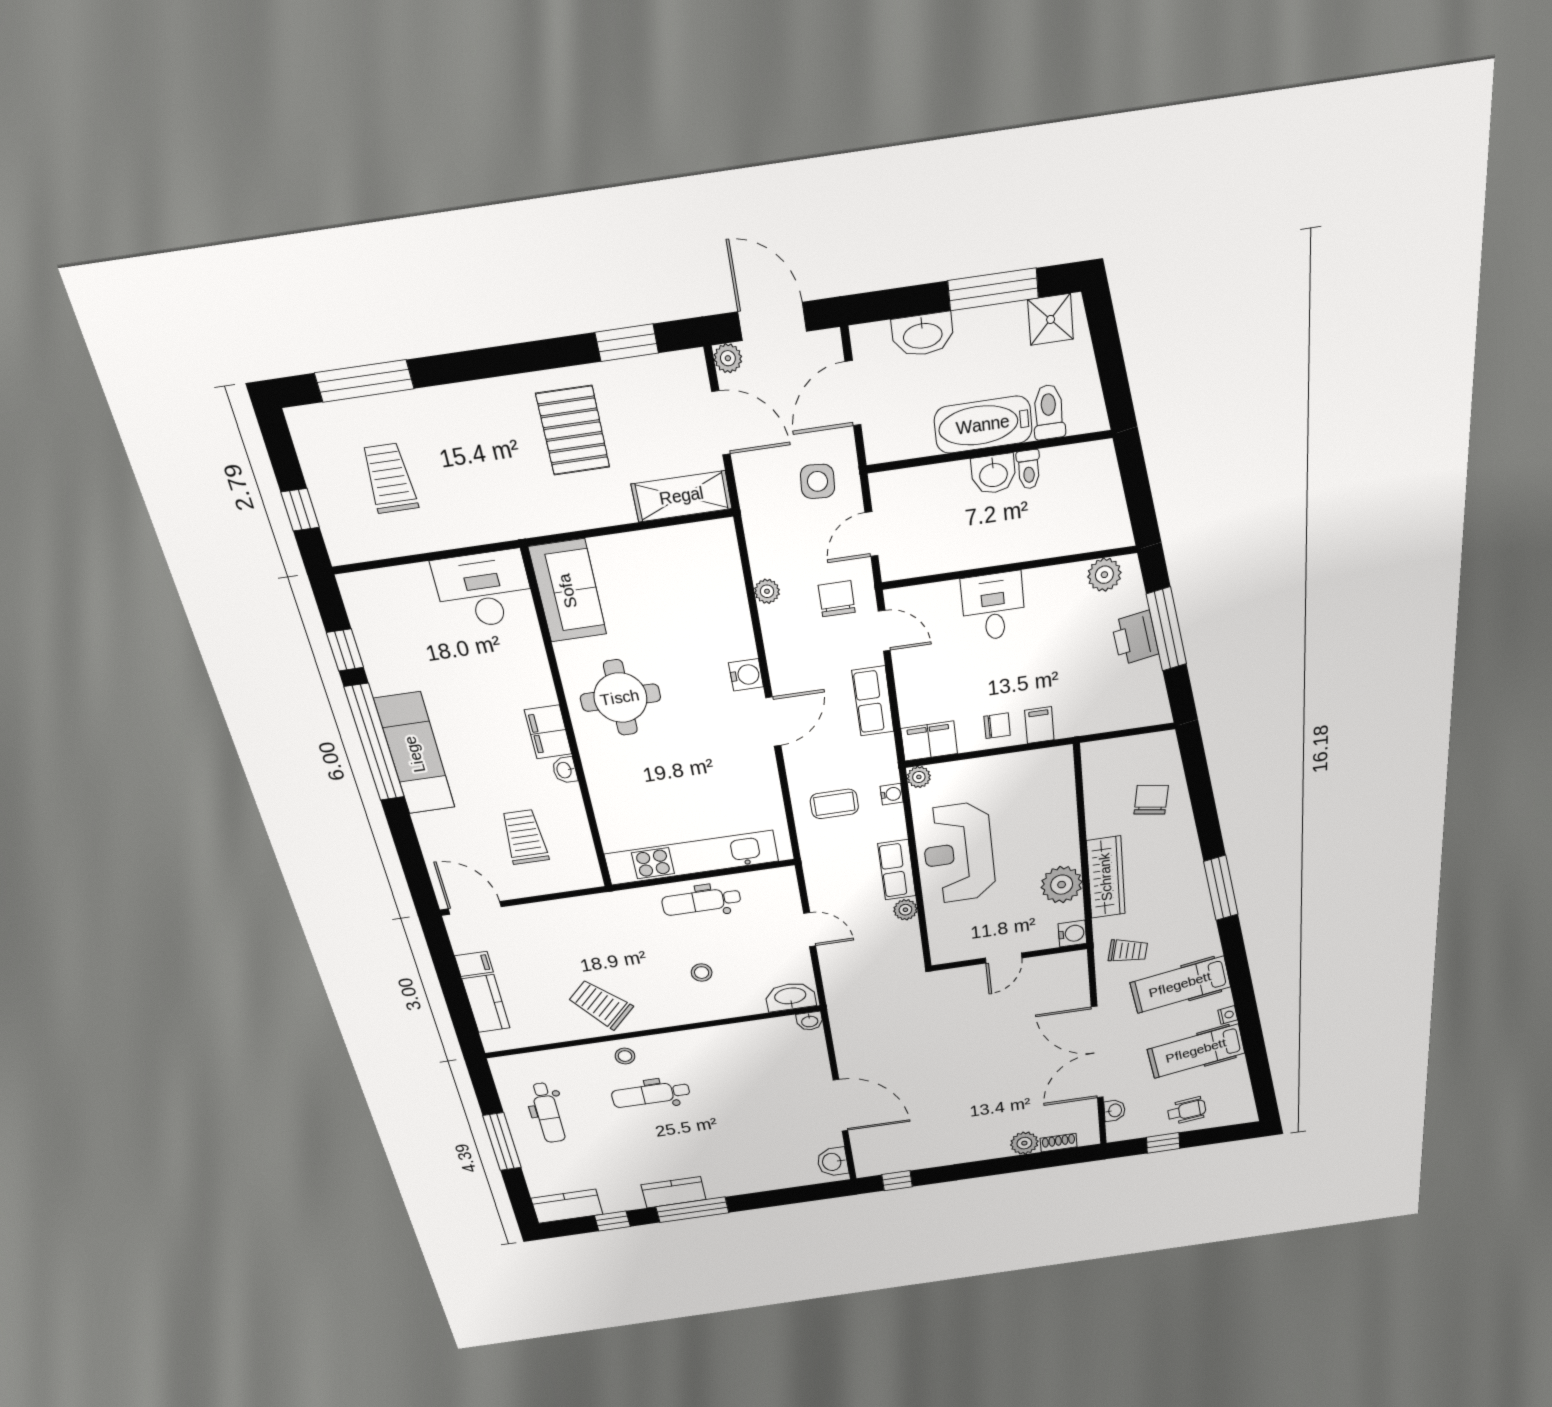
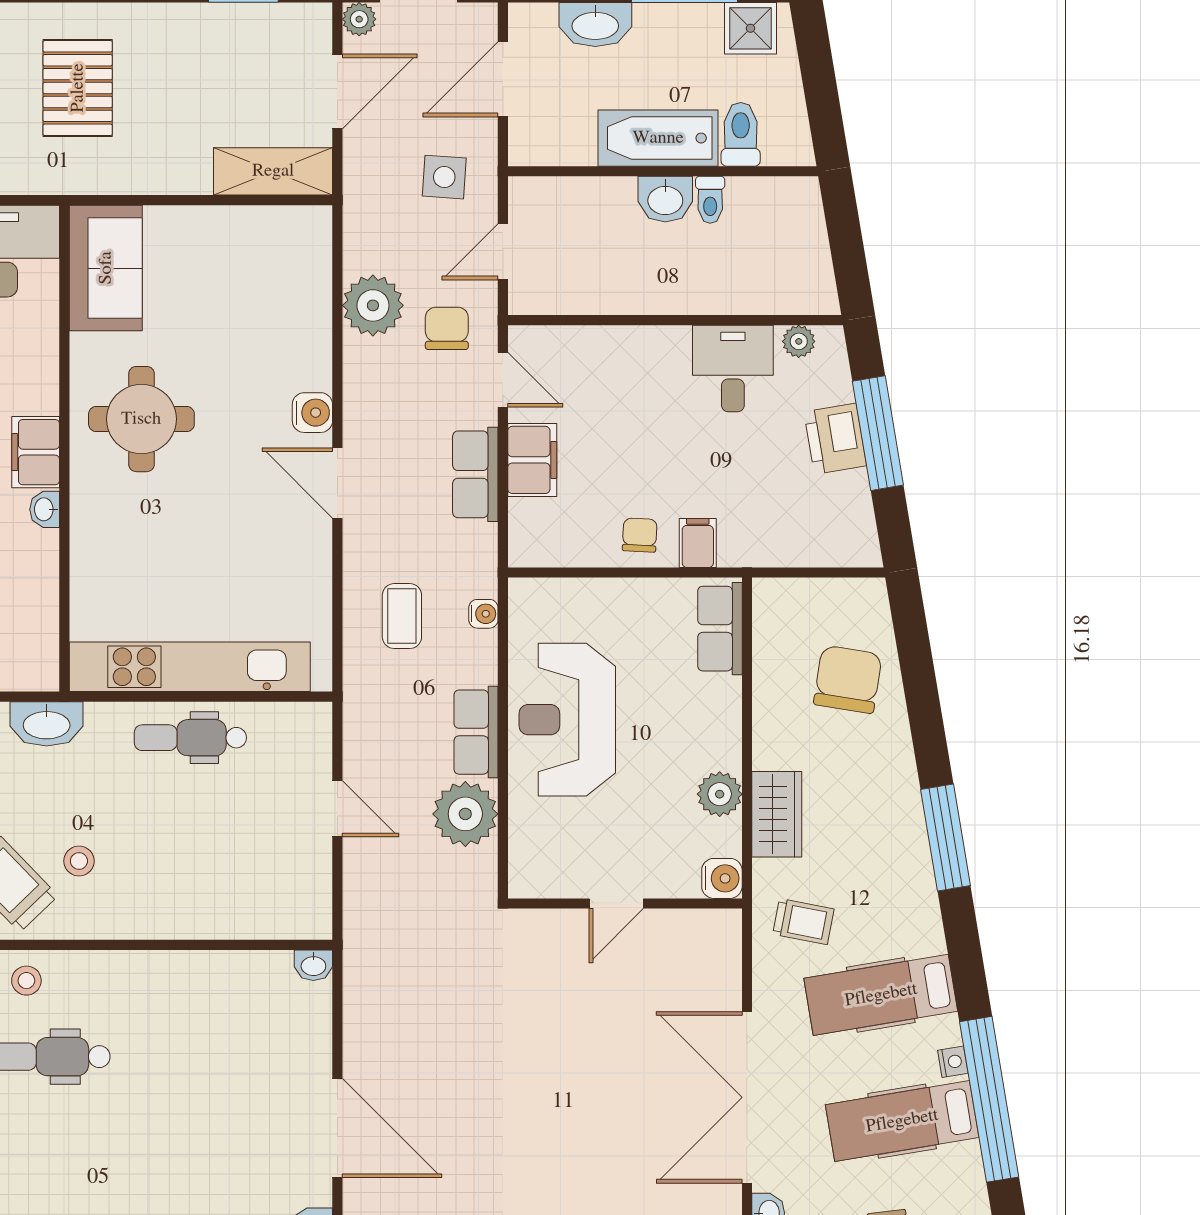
door: (721, 423) -> (337, 91), hinge flipped
pallet: (573, 431) -> (78, 88), moved
plant: (1104, 575) -> (799, 341), width x0.73, depth x0.73
plant: (767, 591) -> (373, 305), width x1.87, depth x1.87
desk: (993, 607) -> (733, 368), moved
door: (773, 722) -> (337, 483), swing flipped
chair: (997, 726) -> (640, 535), turned -87
filing cabinet: (929, 741) -> (532, 460), moved, turned 90
plant: (919, 777) -> (524, 594), removed
row of seats: (1060, 780) -> (720, 629), added
chair: (1151, 800) -> (848, 679), width x1.37, depth x1.37
coffee table: (834, 804) -> (402, 616), turned 90
wardrobe: (1106, 877) -> (777, 814), width x0.67
plant: (1062, 885) -> (720, 794), width x0.73, depth x0.73
plant: (905, 910) -> (465, 814), width x1.87, depth x1.87
stool: (702, 973) -> (79, 861), moved
washbasin: (790, 997) -> (47, 724), moved, turned 180
window: (1251, 1032) -> (989, 1099), added

